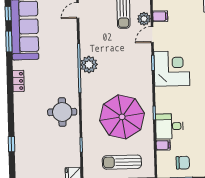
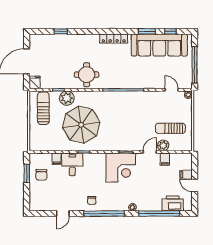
door: (152, 35) -> (150, 152), hinge flipped
plant: (89, 65) -> (67, 98), moved
locker: (18, 81) -> (114, 38), width x1.53
sun lounger: (122, 162) -> (43, 108), moved

